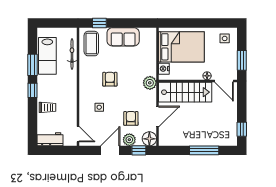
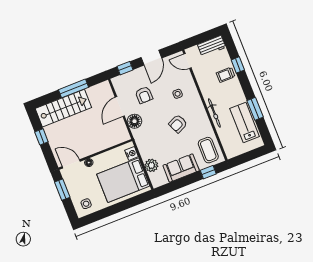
bicycle: (72, 54) -> (214, 113), moved
armchair: (110, 79) -> (178, 124), turned 66
plant: (150, 83) -> (151, 165), moved
window: (32, 90) -> (238, 65), moved
stairs: (185, 92) -> (63, 108), moved, turned 180
window: (242, 129) -> (41, 137), moved
floor lamp: (149, 139) -> (134, 121), moved
plant: (129, 140) -> (138, 75), removed
window: (204, 150) -> (73, 88), moved

